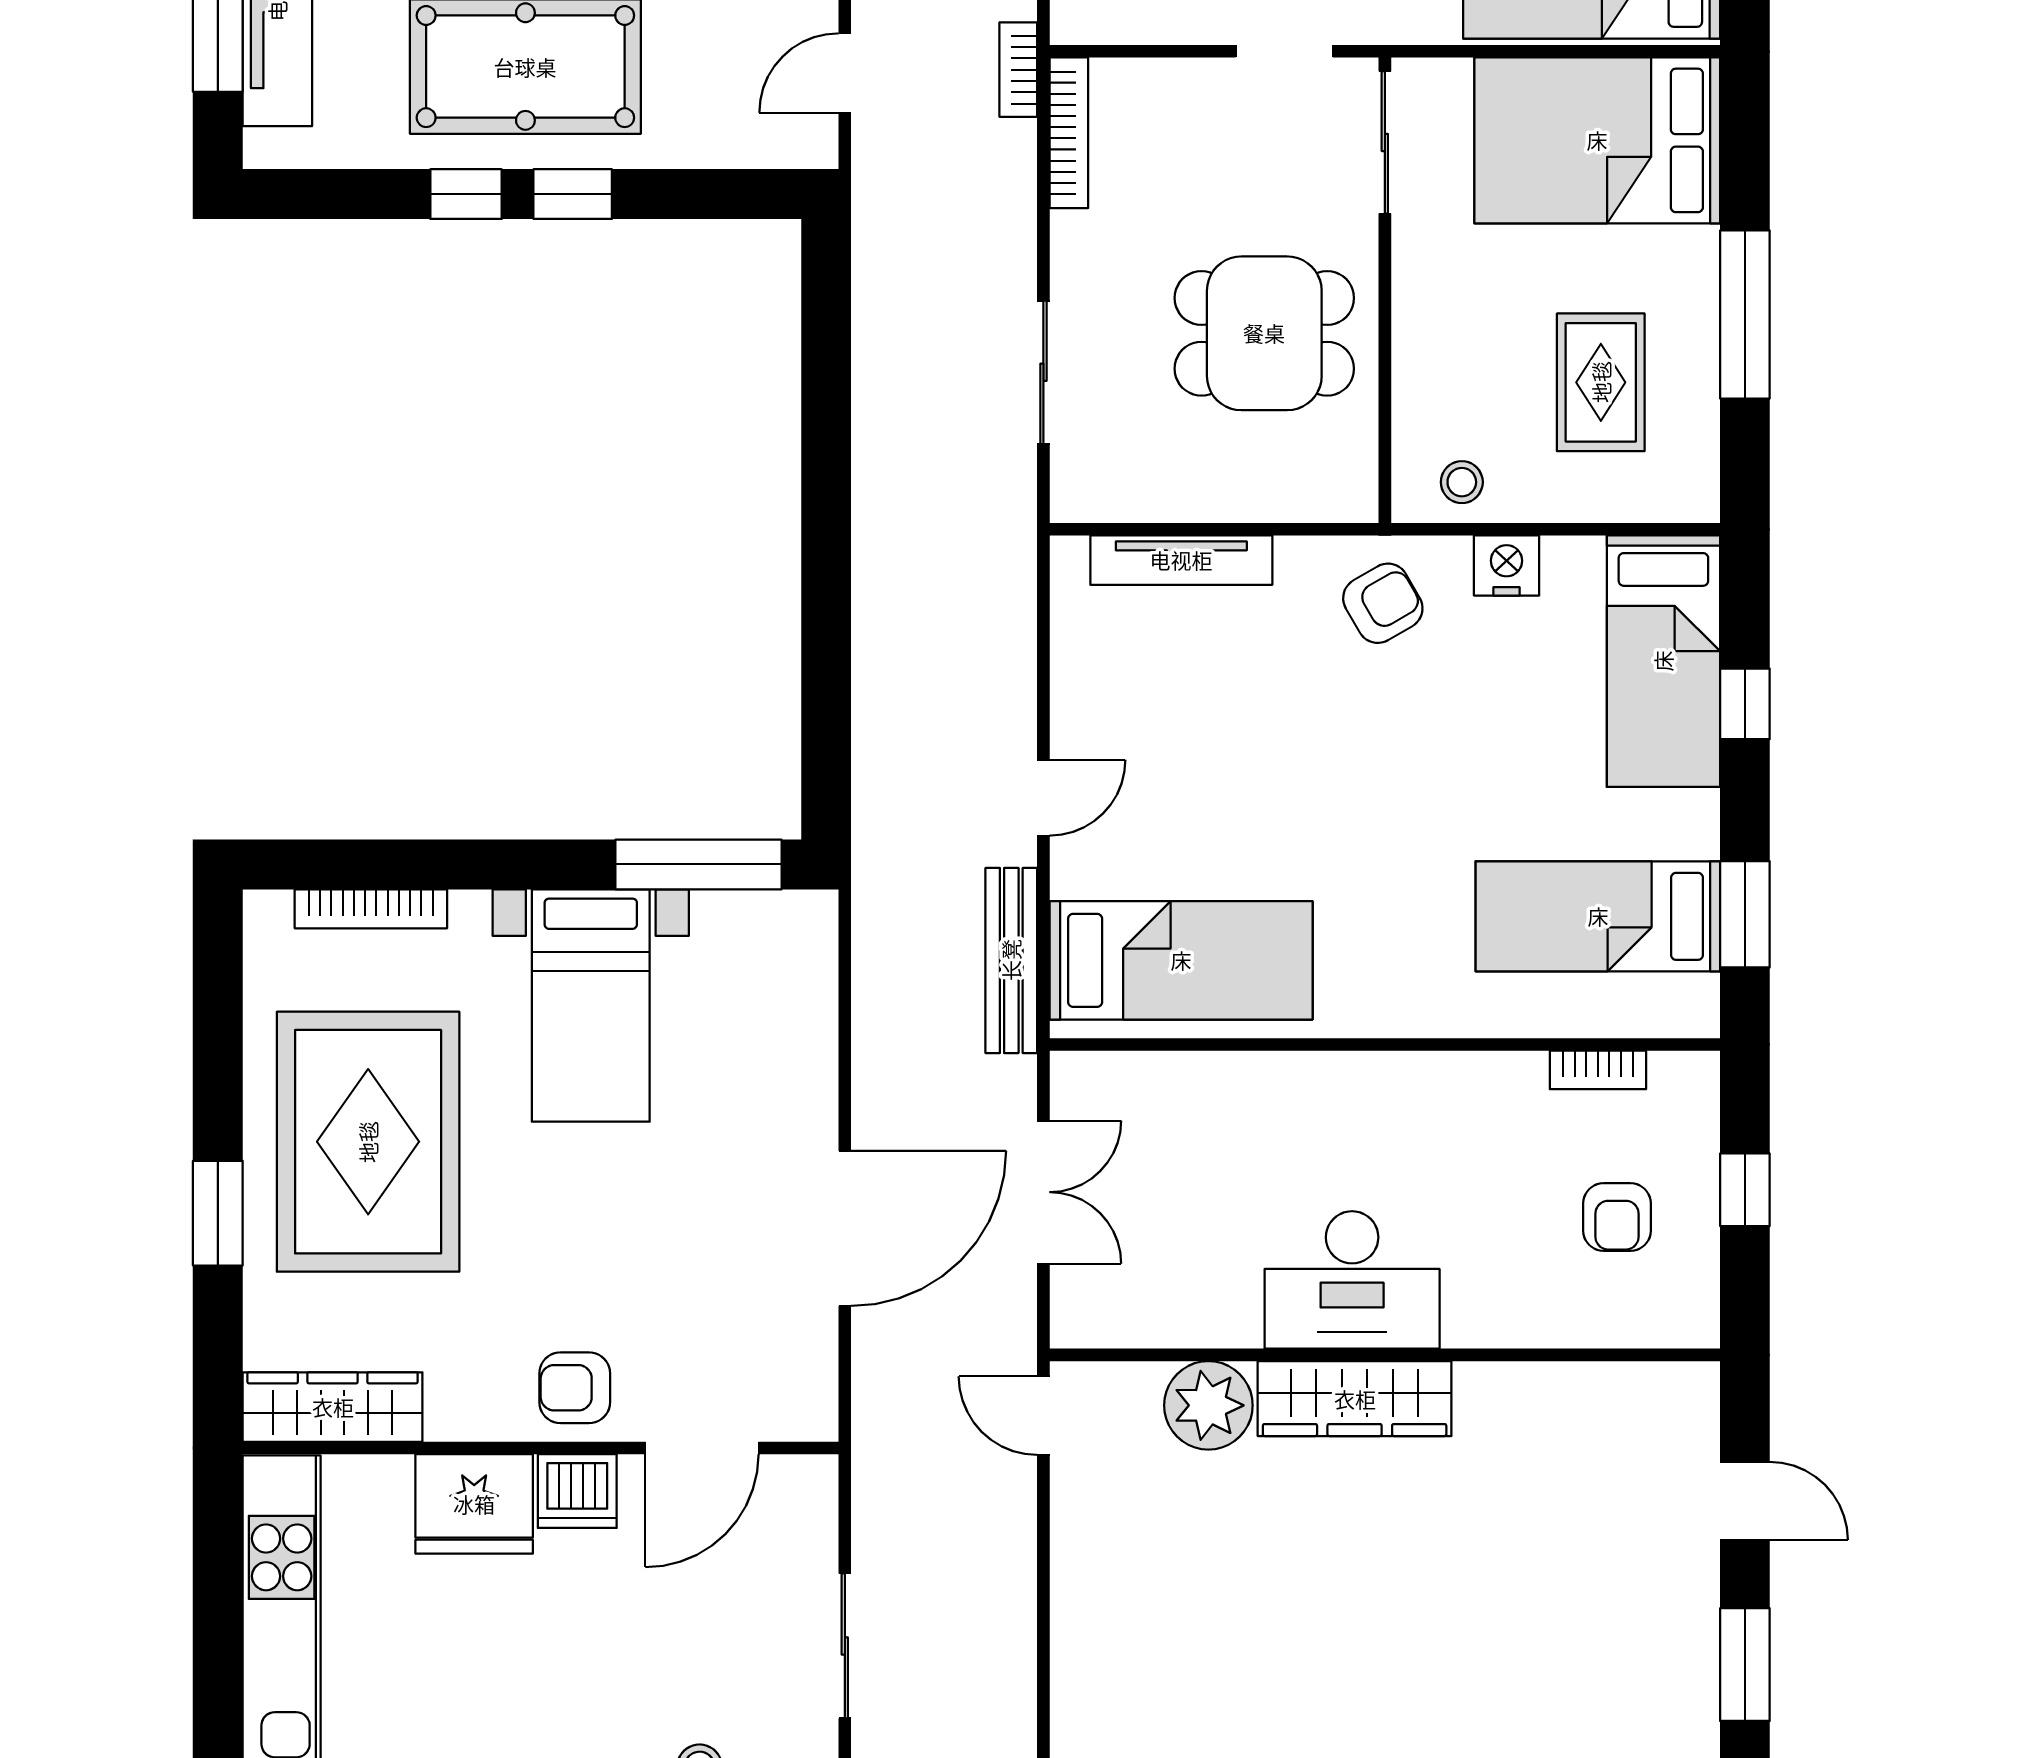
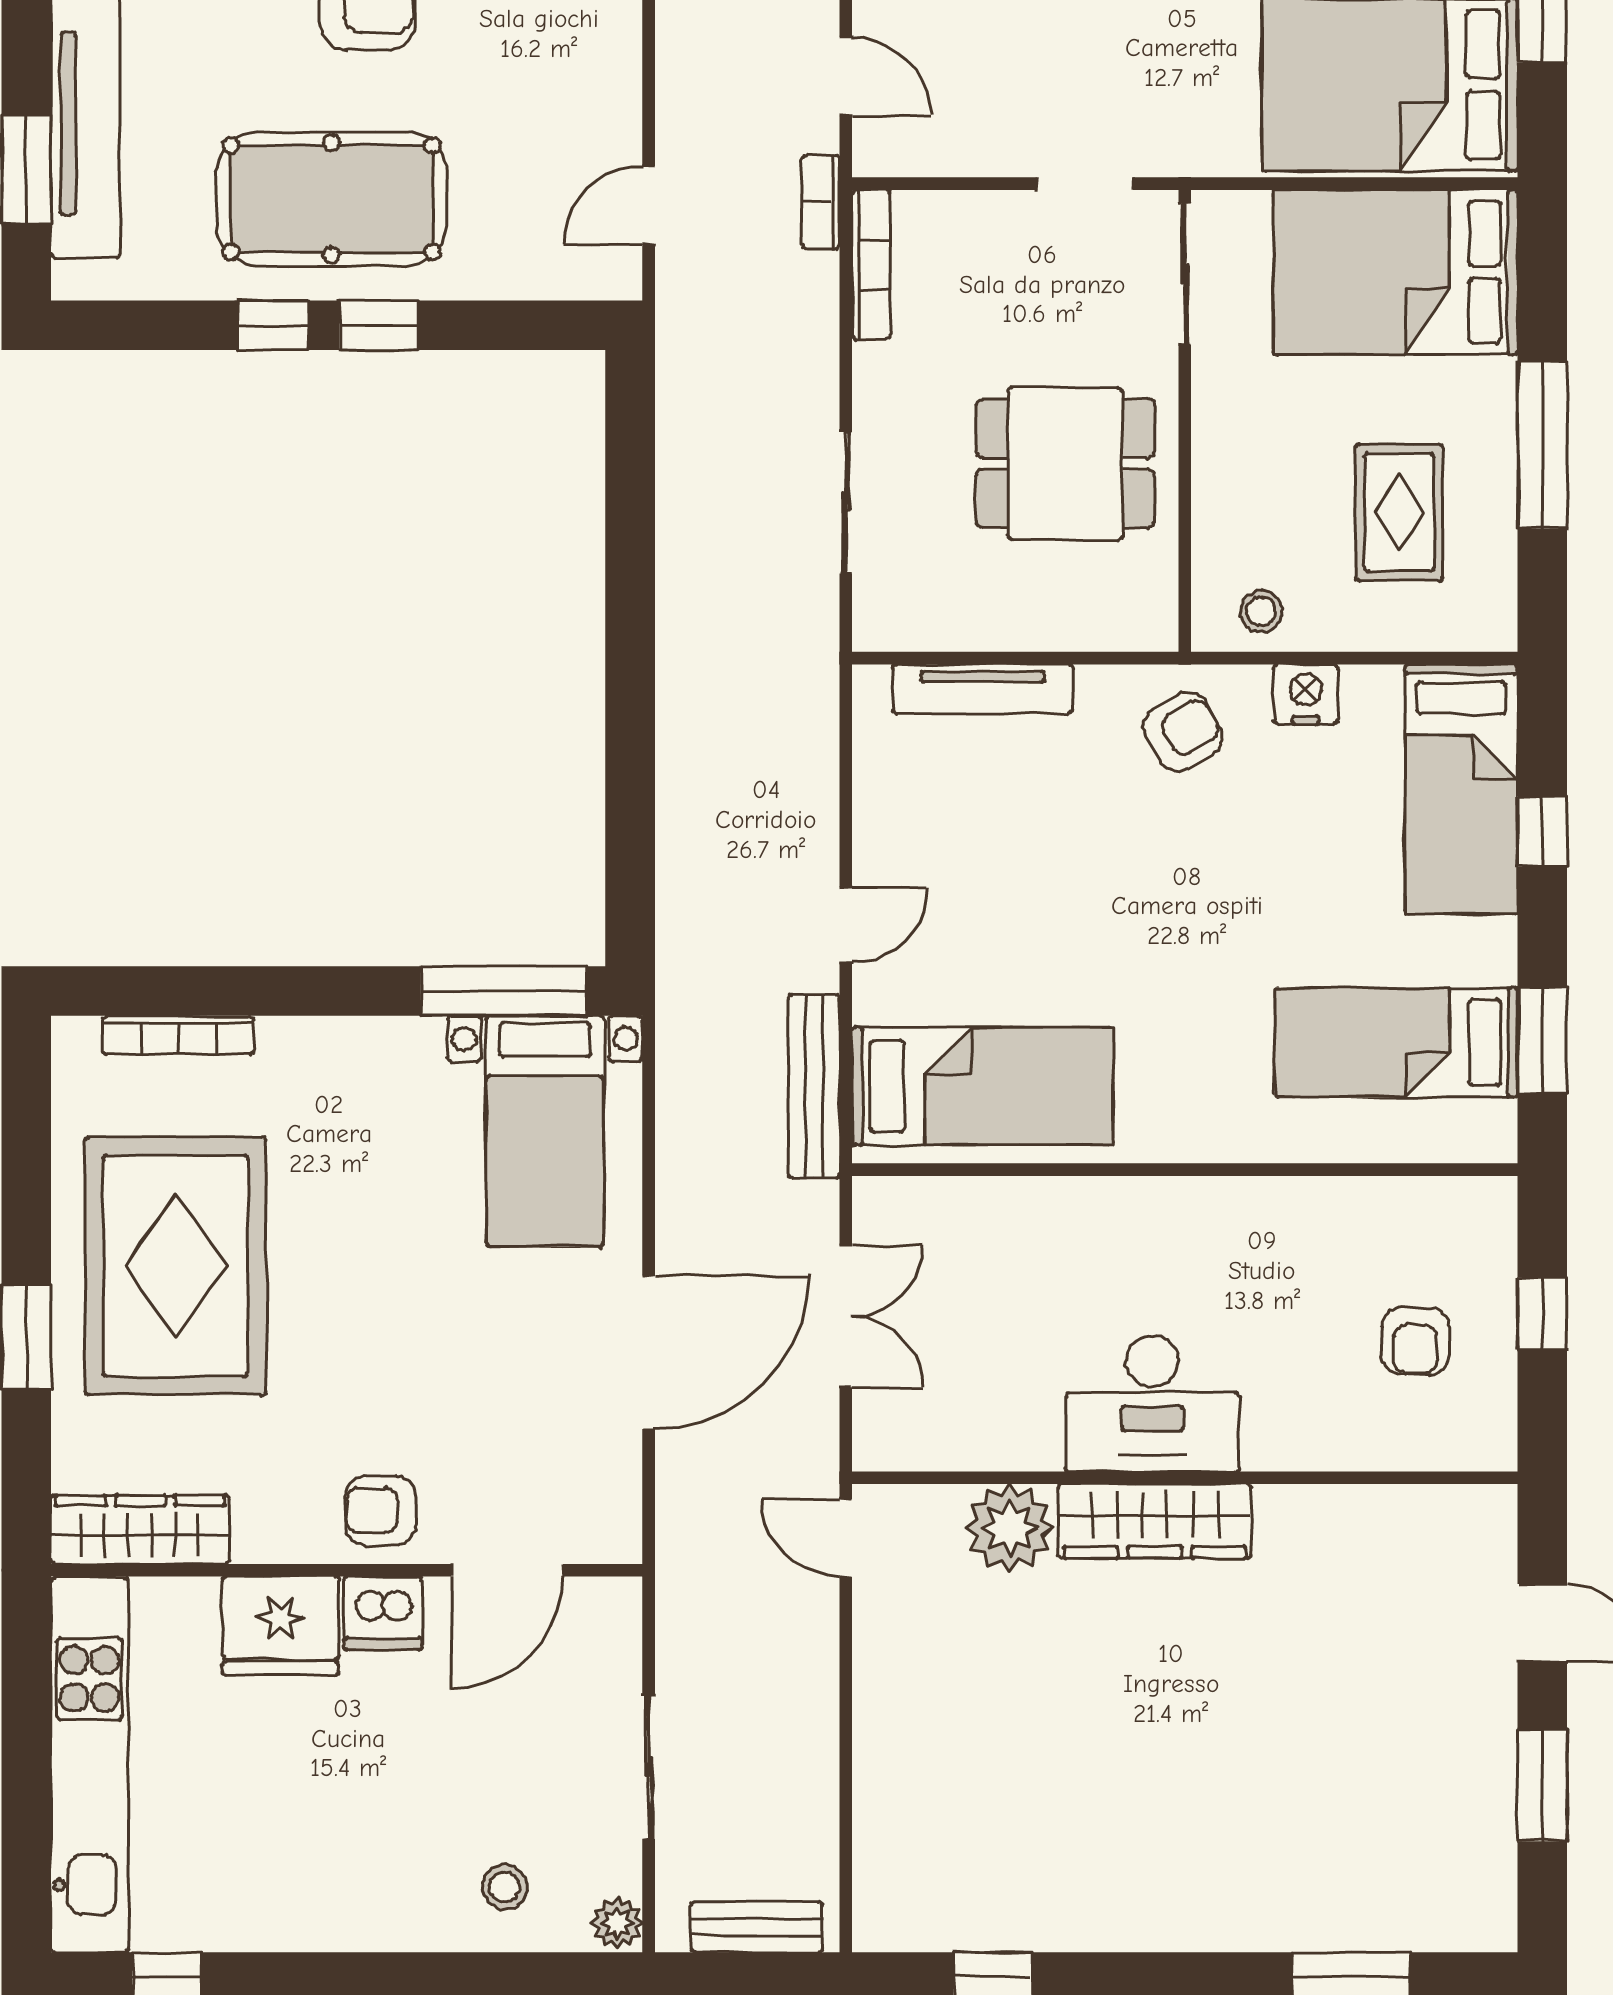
bed with nightstands: (591, 1006) -> (545, 1131), moved
bookcase: (1598, 1070) -> (1396, 1195), removed

